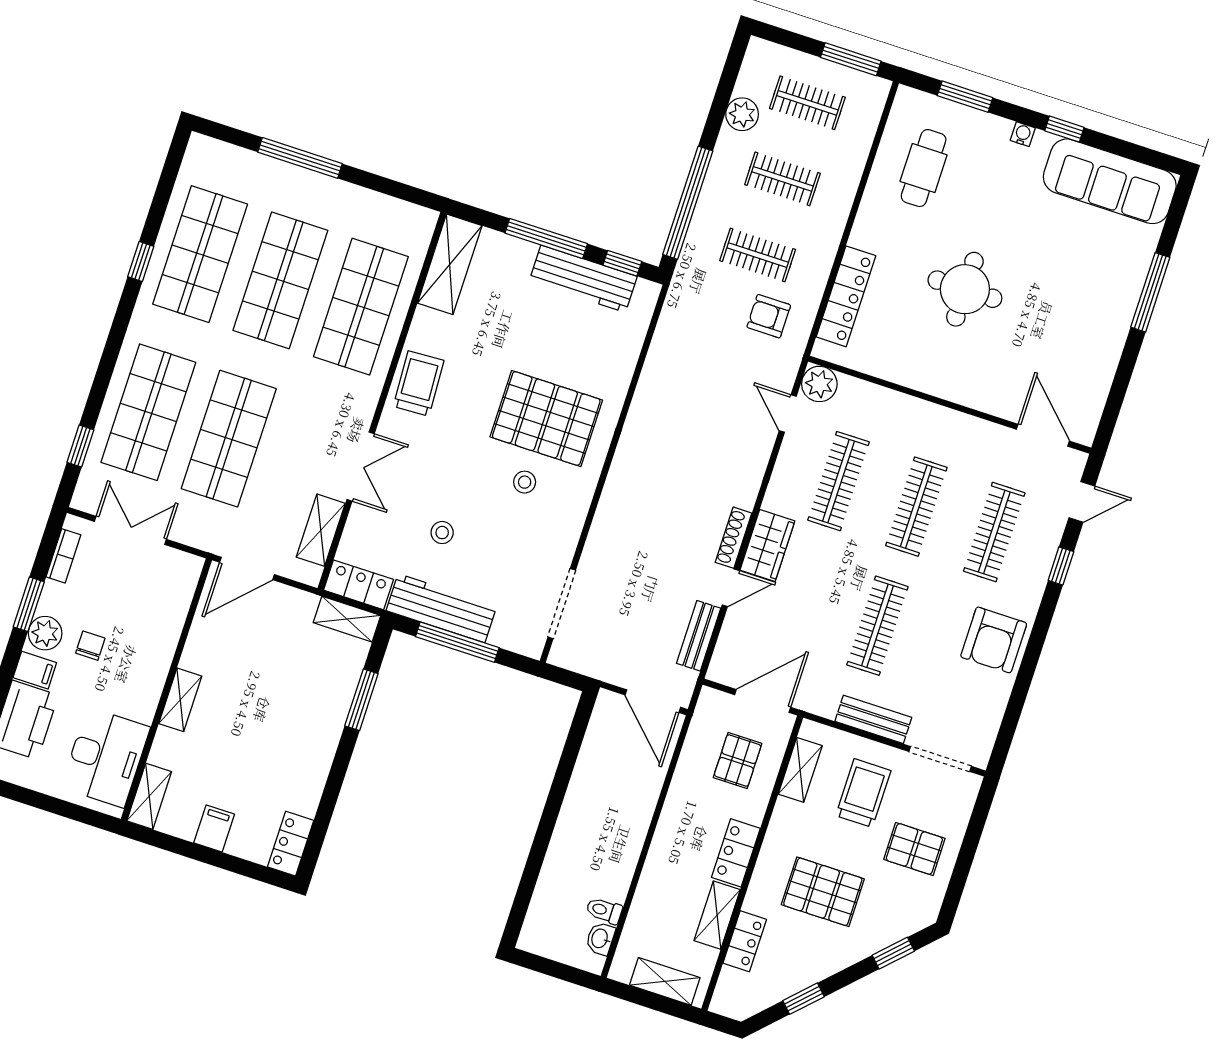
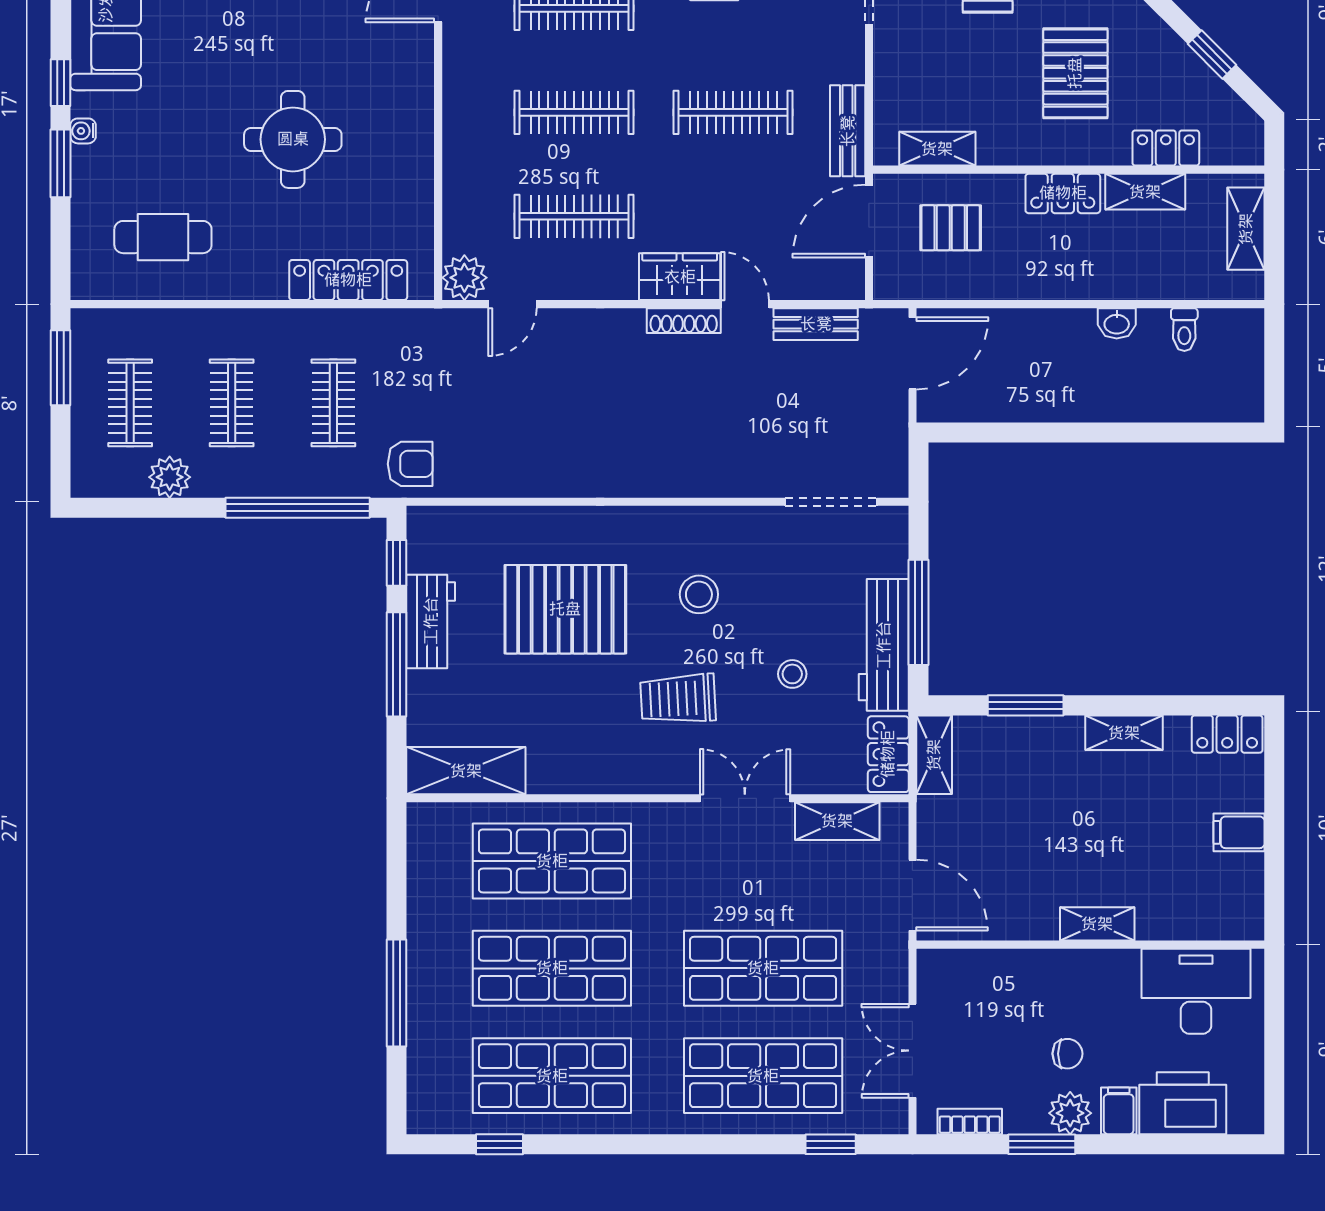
window: (965, 97) -> (60, 163), moved
window: (141, 262) -> (499, 1144), moved
workbench: (583, 279) -> (431, 621), width x0.73
armchair: (769, 316) -> (410, 464), moved, turned -90
trolley: (419, 383) -> (678, 699), moved
pallet: (546, 419) -> (565, 609), moved, turned 90
stool: (525, 482) -> (699, 594), width x1.37, depth x1.37
chair: (90, 646) -> (1067, 1054), turned 180
door: (763, 701) -> (869, 221), hinge flipped
bench: (873, 719) -> (848, 131), moved
trolley: (863, 793) -> (940, 64), removed
shelving: (149, 796) -> (1124, 733), moved
washbasin: (600, 939) -> (1117, 323), moved

